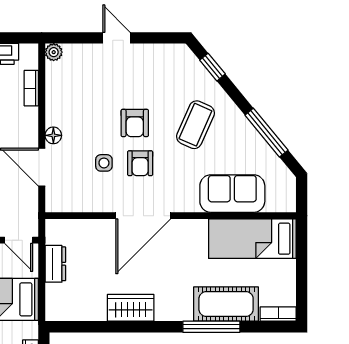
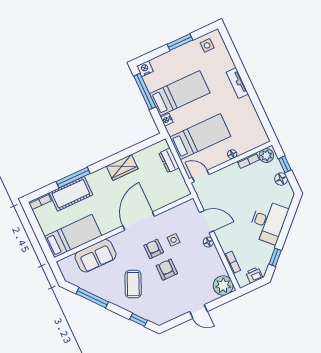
plant: (54, 52) -> (223, 286), width x1.87, depth x1.87
dresser: (55, 264) -> (169, 160), moved

